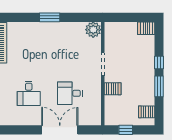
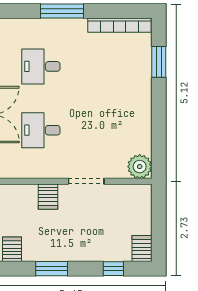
window: (50, 17) -> (159, 62), moved
window: (159, 62) -> (113, 269), moved
desk: (70, 93) -> (41, 130), turned -90

